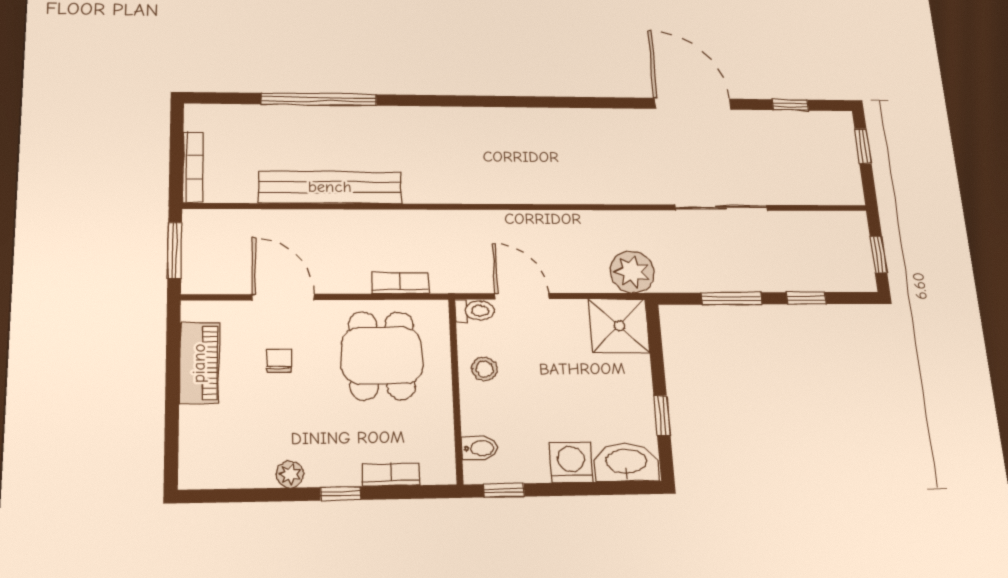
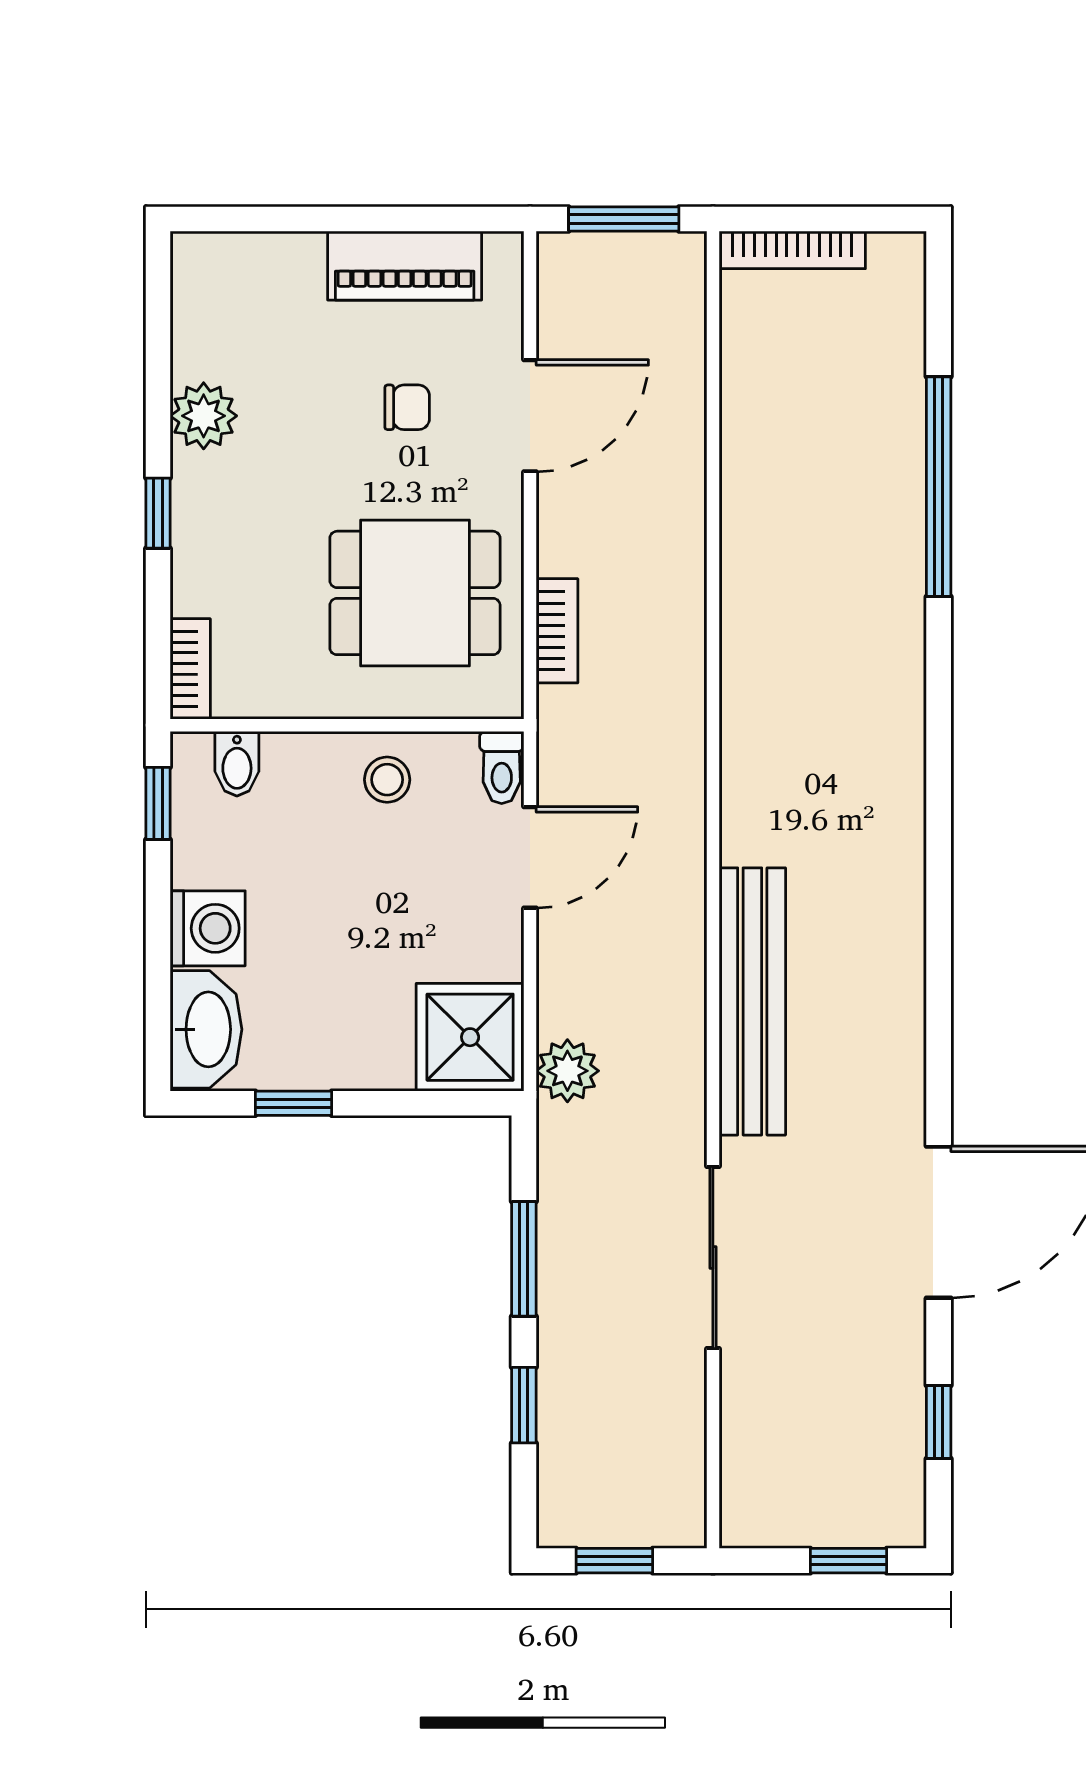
bench: (330, 187) -> (752, 1001), moved
plant: (632, 272) -> (567, 1071), width x0.73, depth x0.73
plant: (290, 474) -> (204, 416), width x1.38, depth x1.38
bookcase: (391, 475) -> (190, 669), moved

